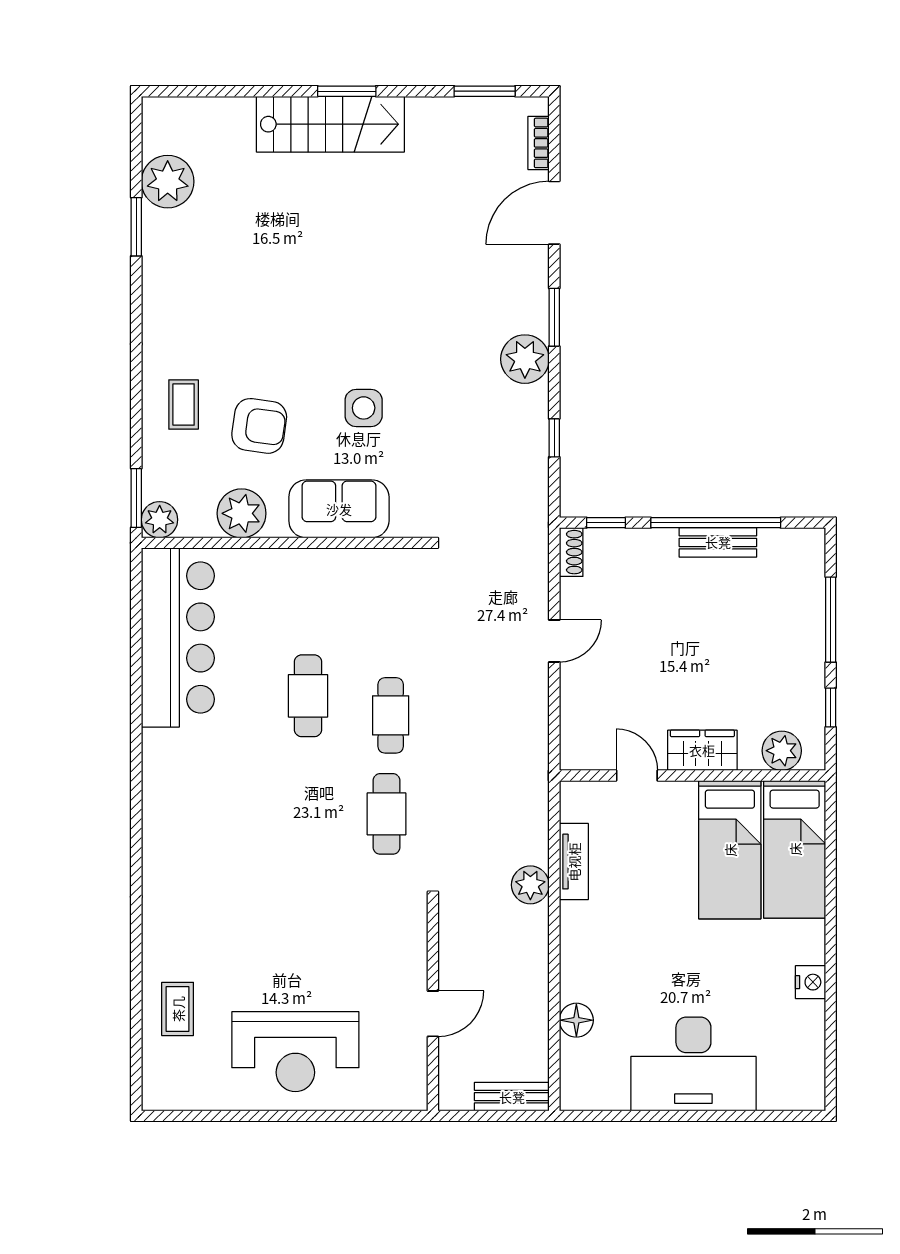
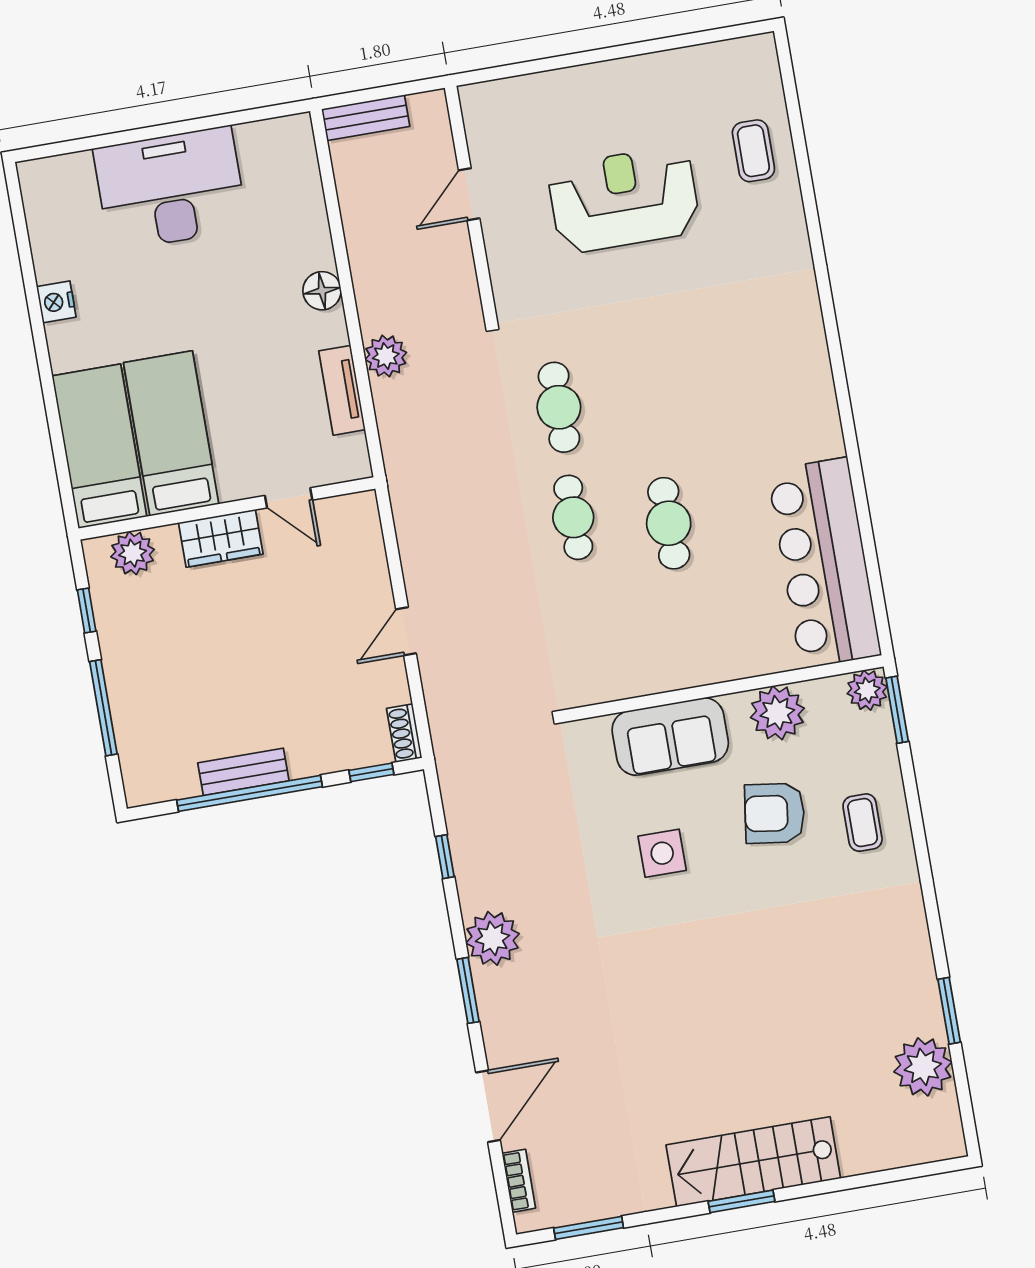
floor lamp: (576, 1020) -> (322, 291), moved
reception desk: (295, 1052) -> (624, 199), moved

